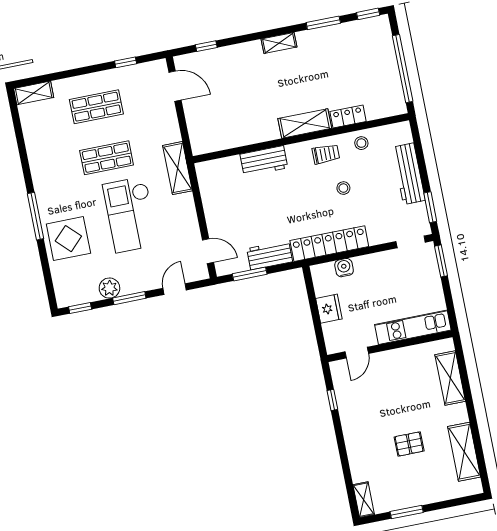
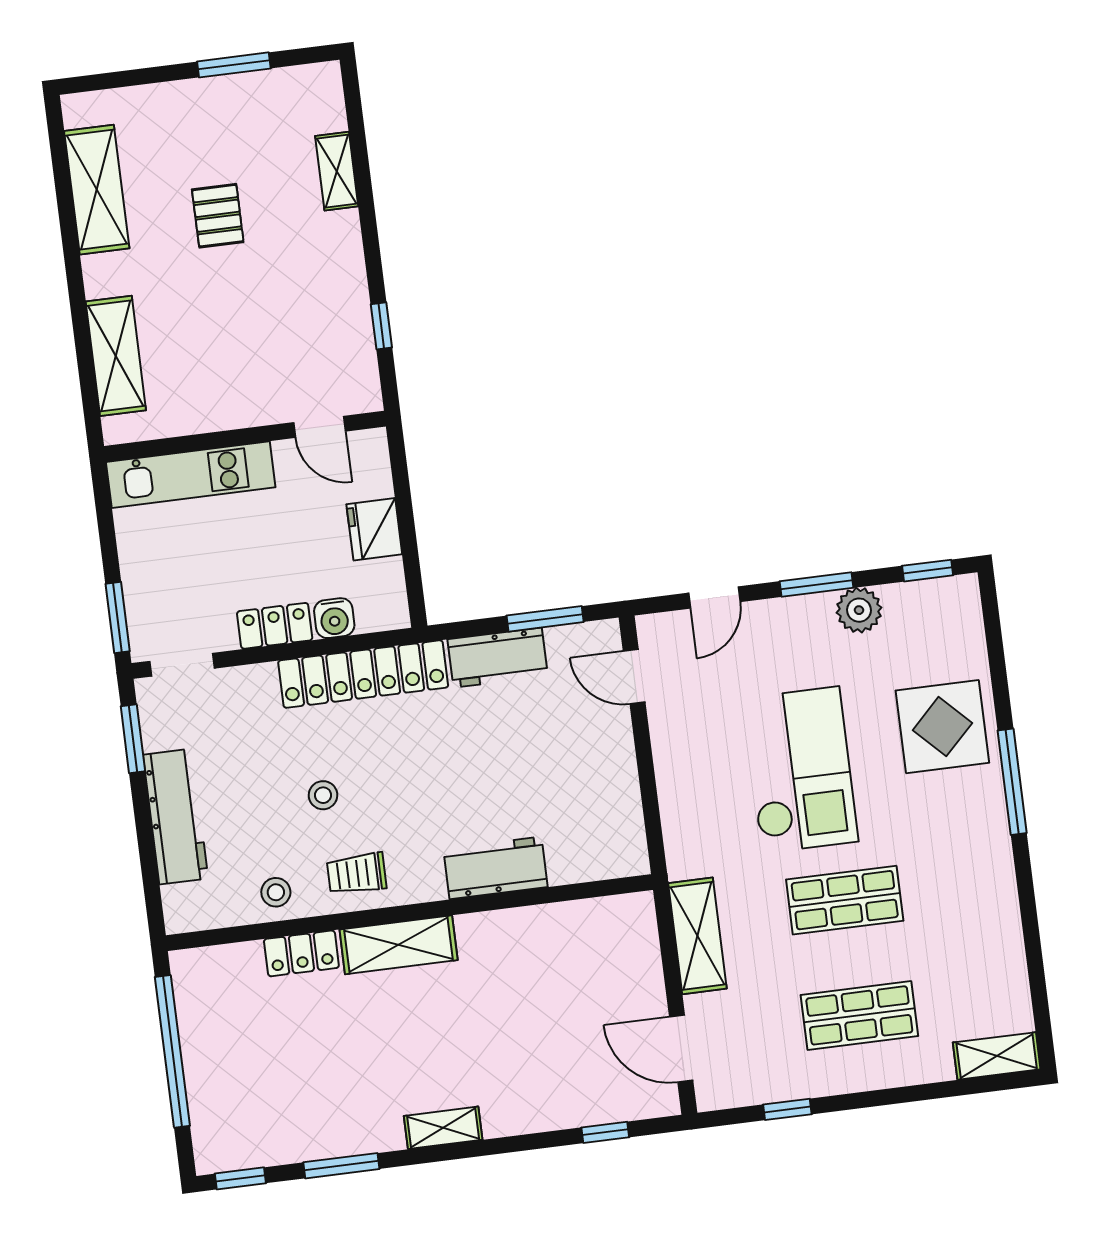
shelving: (177, 168) -> (697, 936), moved
locker: (370, 262) -> (275, 626), added
door: (357, 353) -> (320, 427), swing flipped
pallet: (409, 444) -> (218, 216), turned 90
shelving: (364, 500) -> (337, 171), moved

